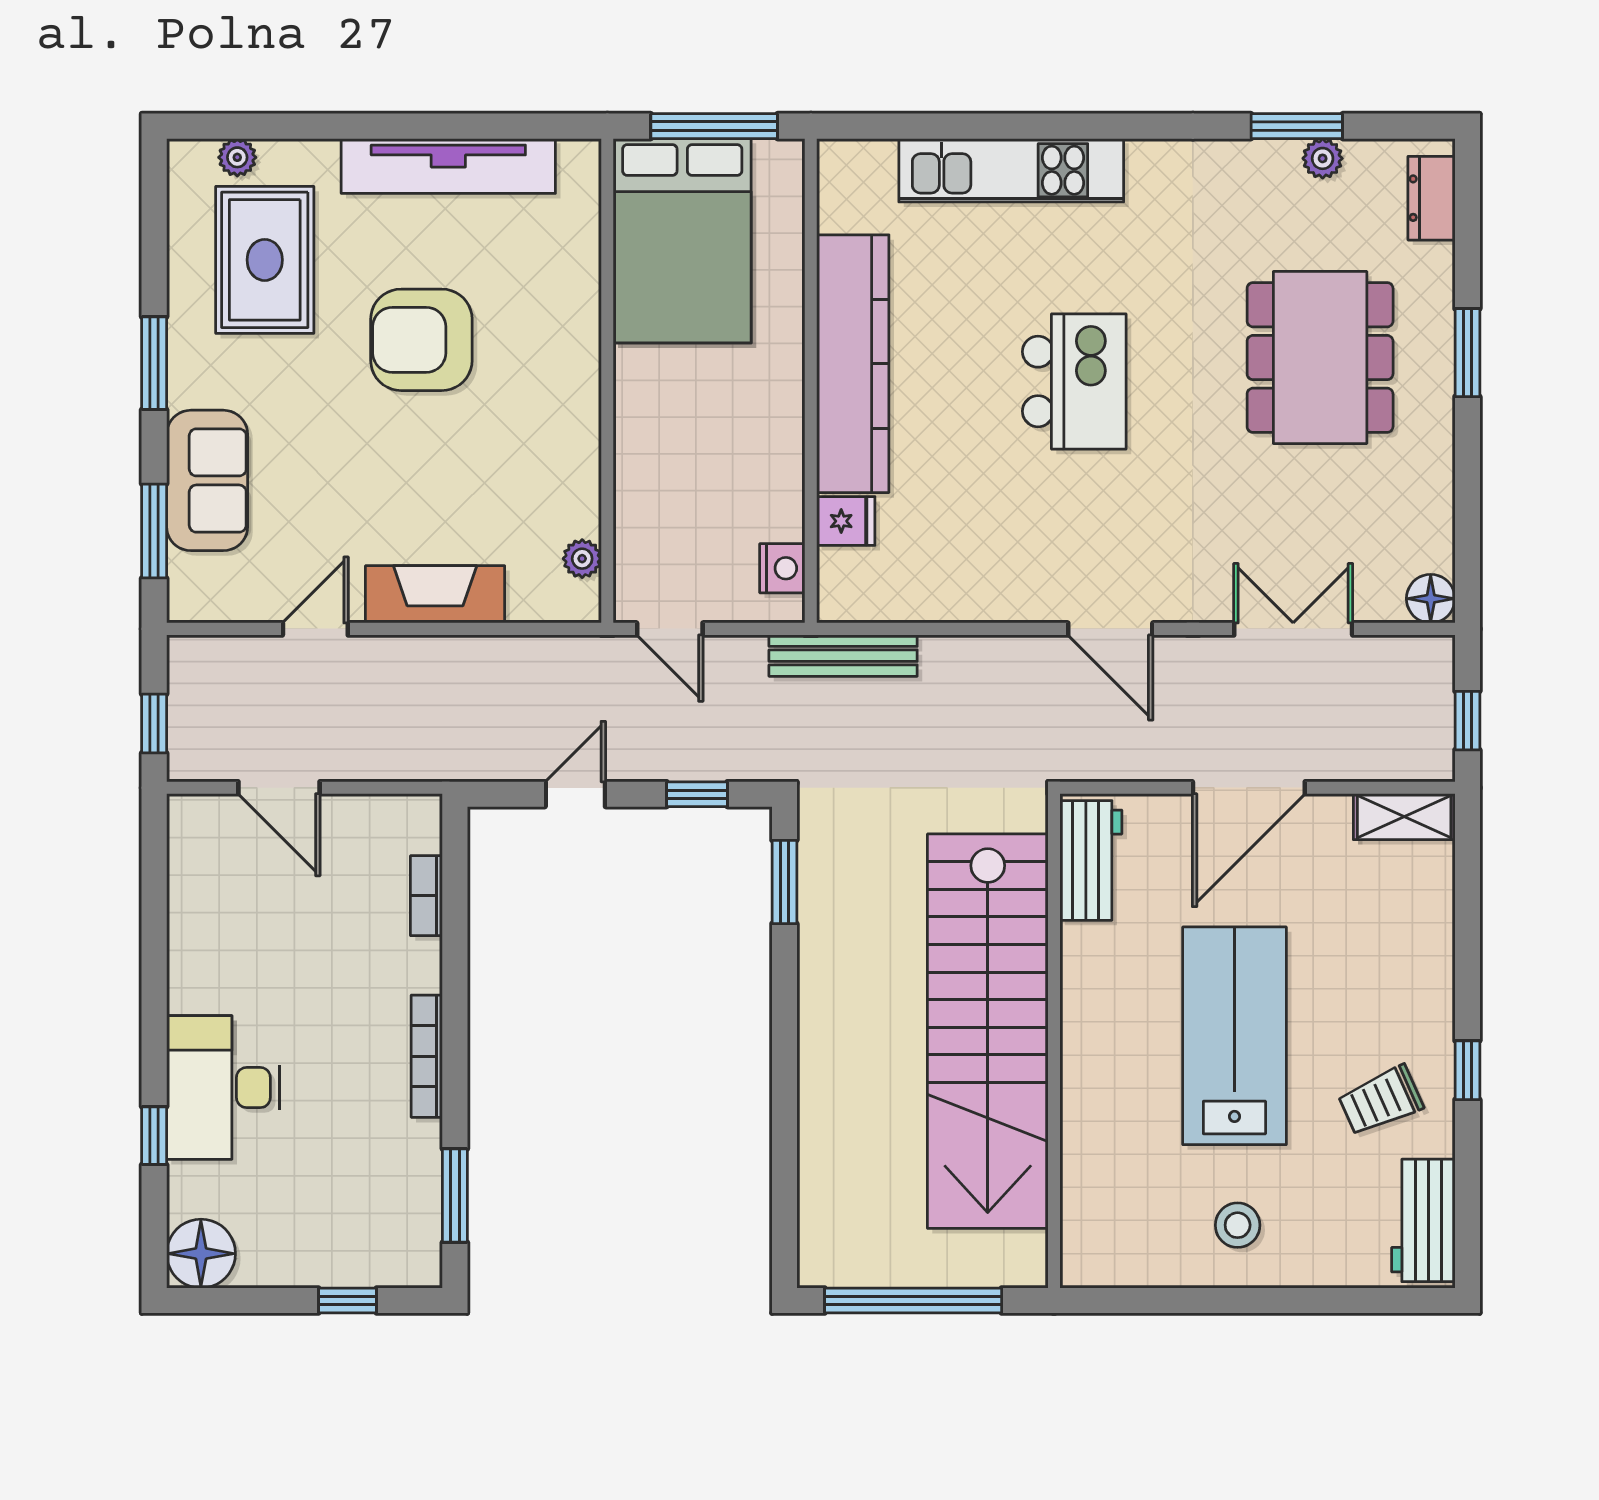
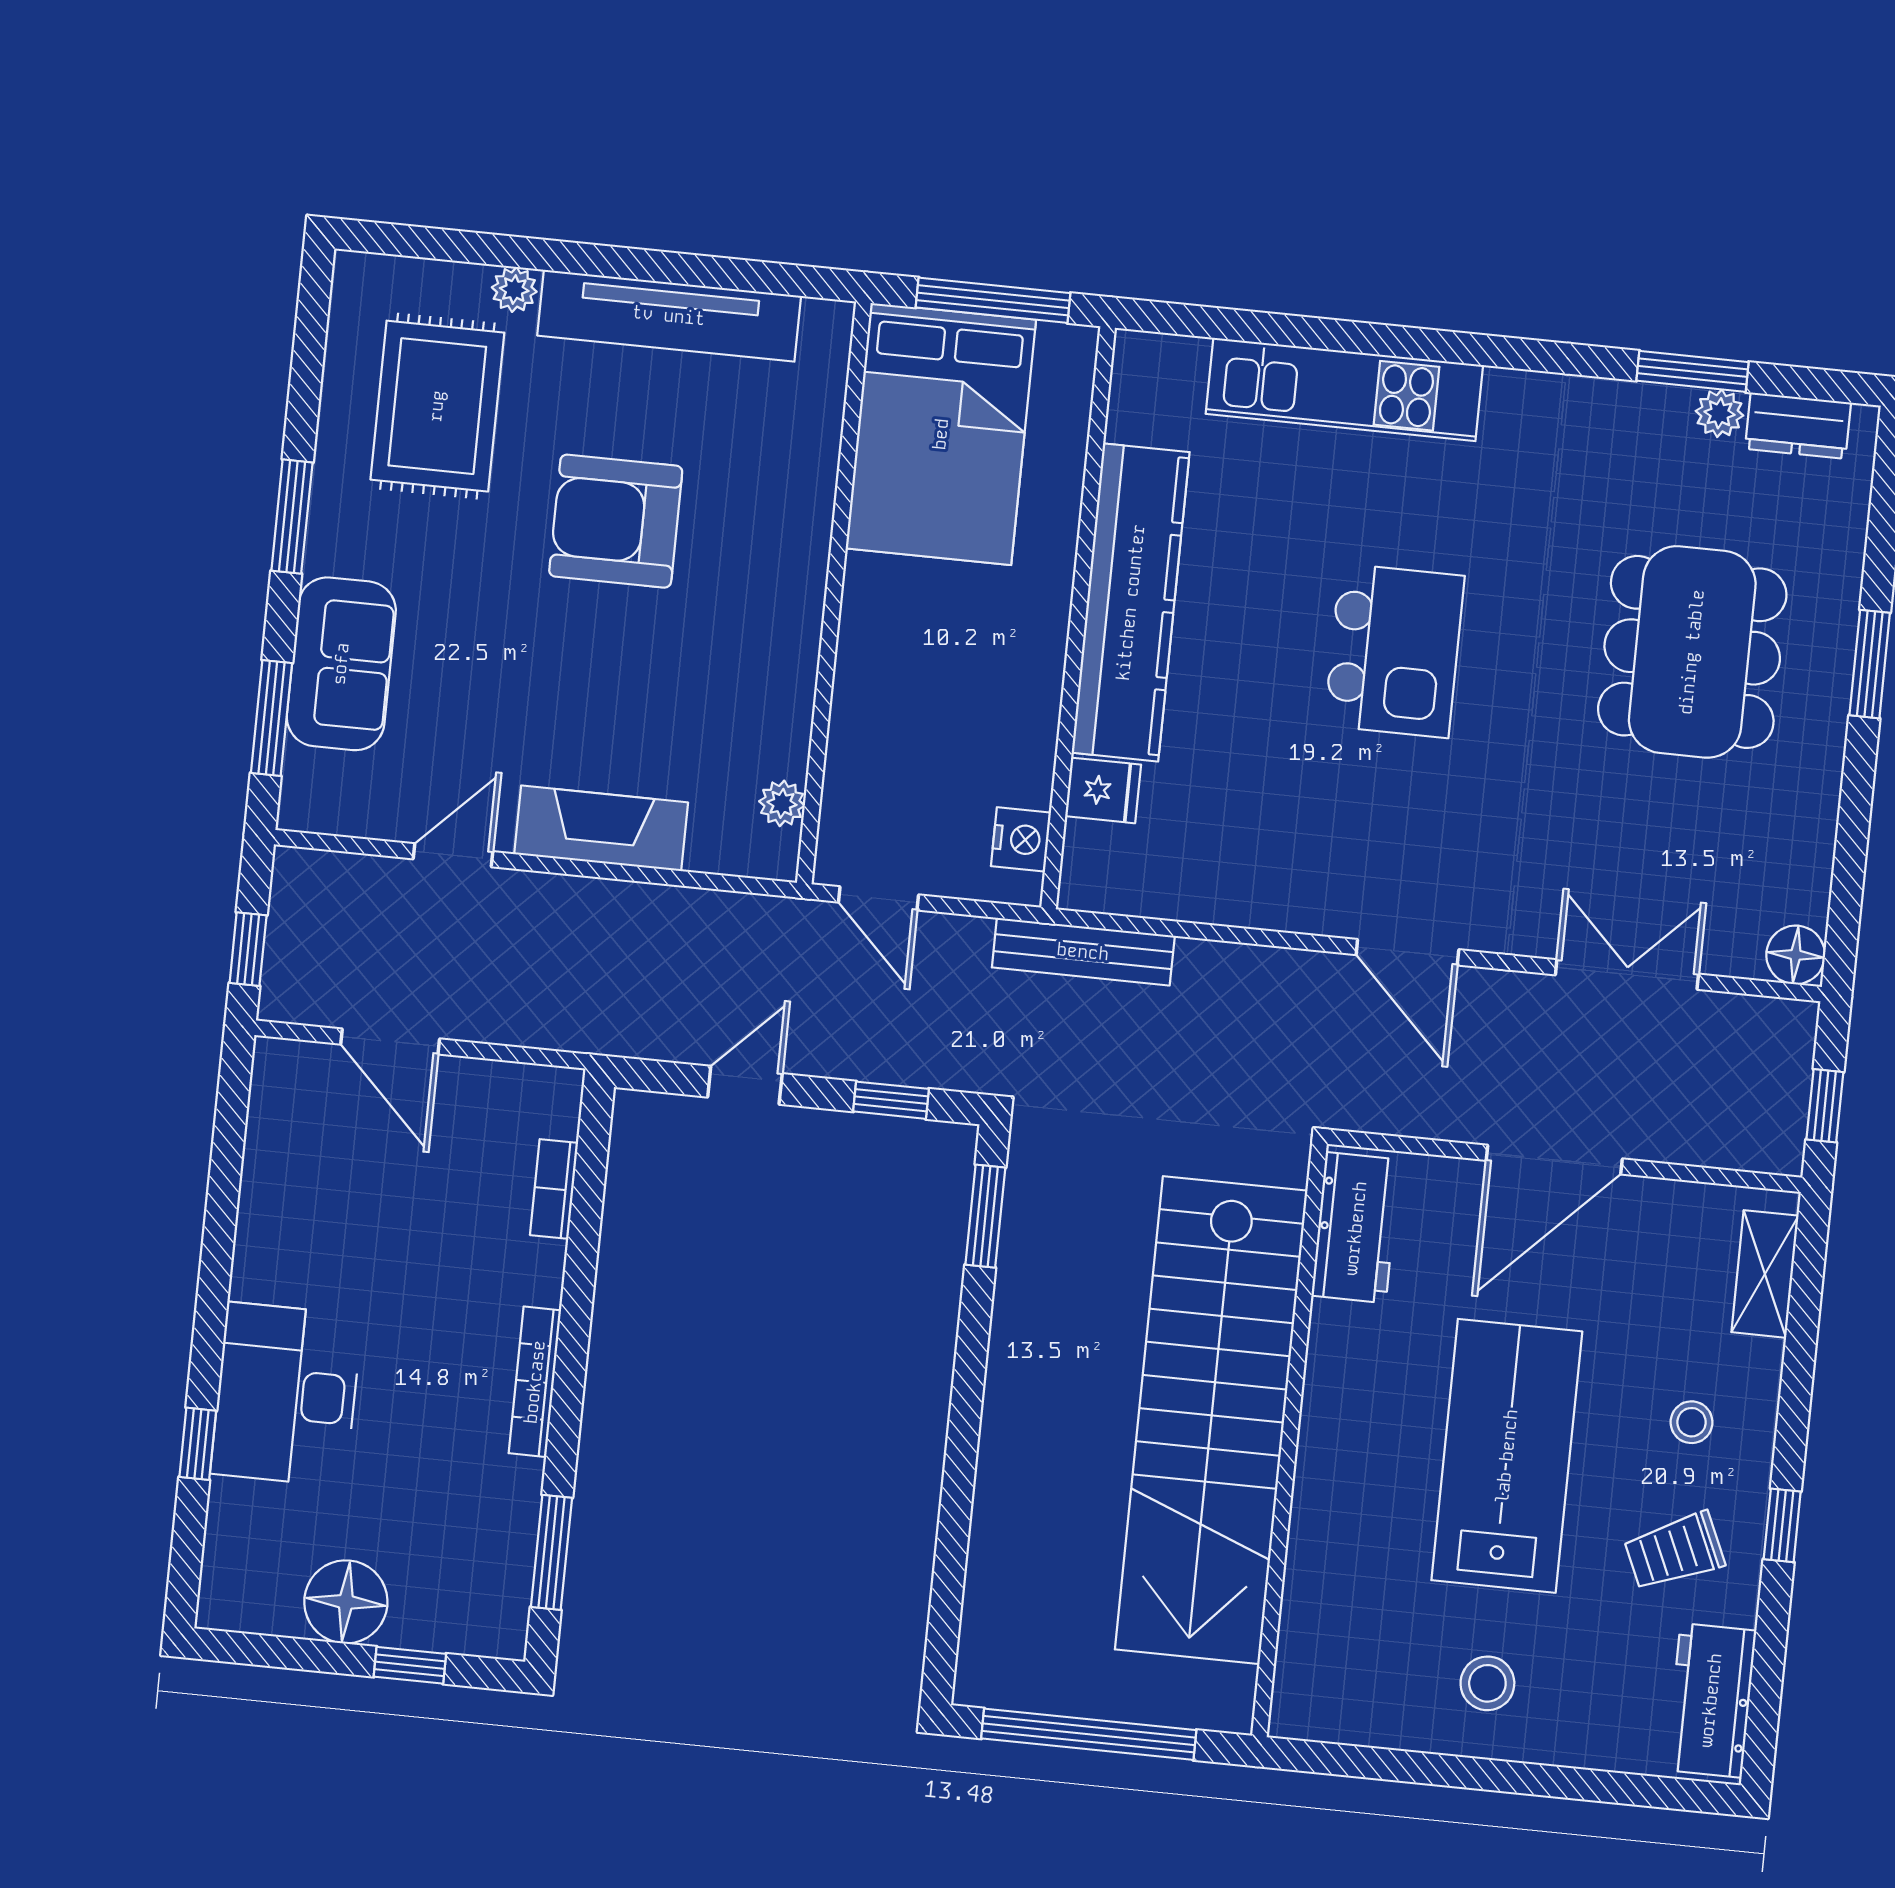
plant: (237, 157) -> (514, 290), moved
dresser: (1431, 198) -> (1798, 426), moved, turned -90
shelving: (1404, 817) -> (1765, 1274), moved, turned 90
stool: (1384, 993) -> (1692, 1422), added
floor lamp: (201, 1254) -> (346, 1602), moved

